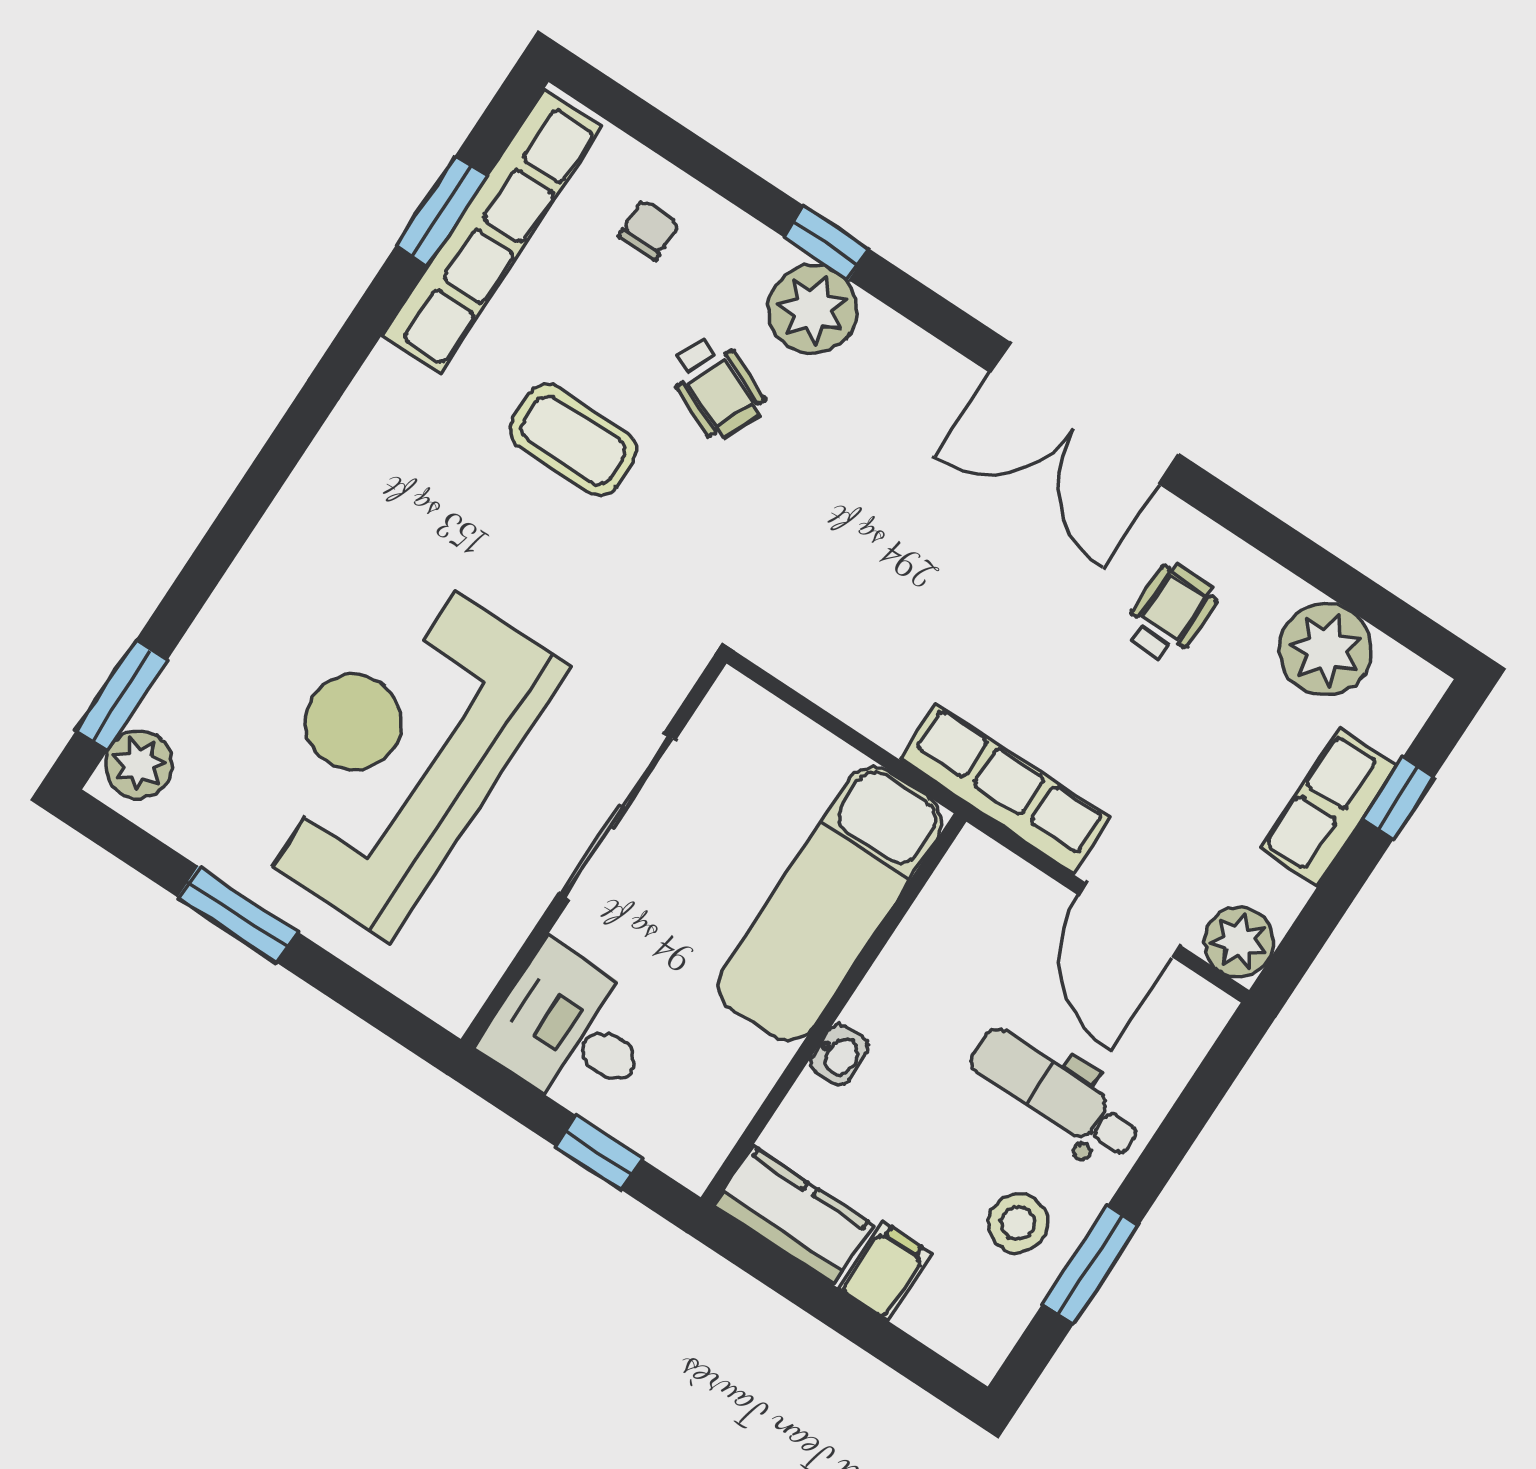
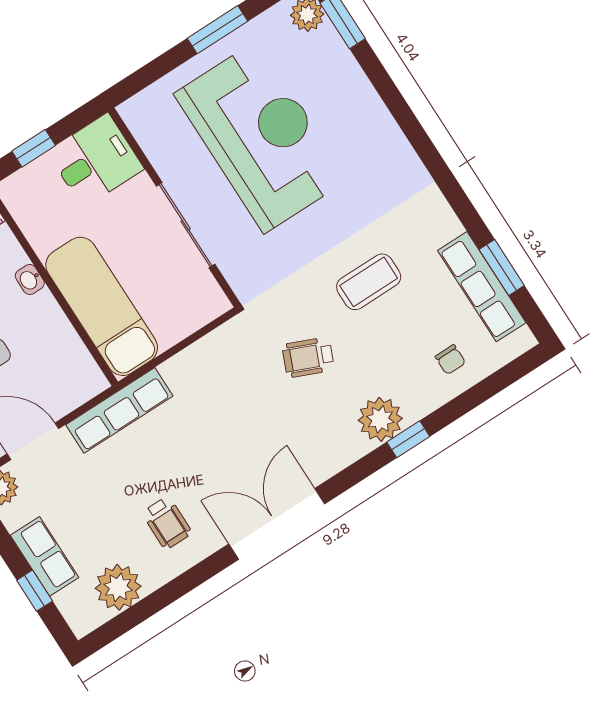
row of seats: (492, 232) -> (482, 287), width x0.73
wheelchair: (716, 387) -> (308, 357), moved

